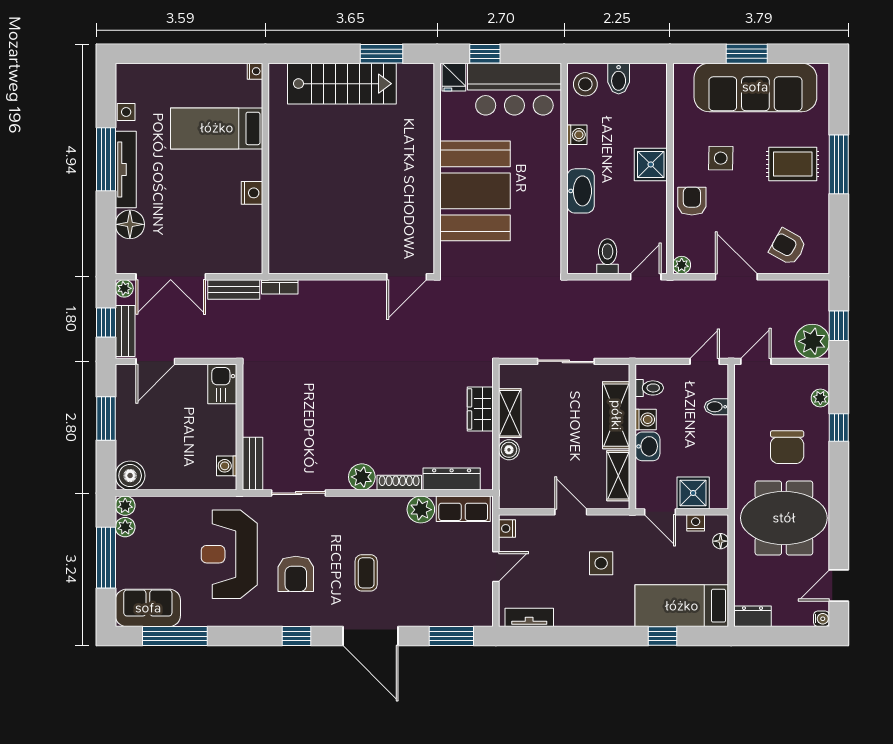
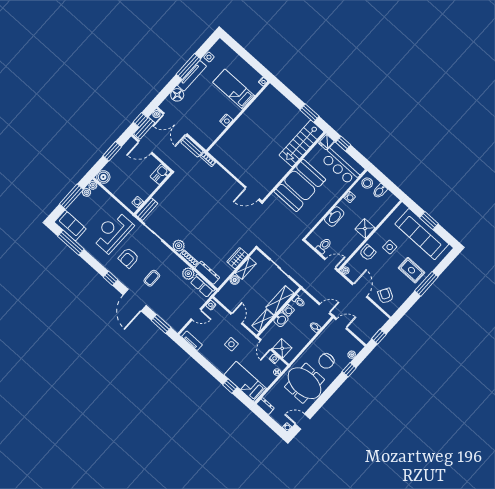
stairs: (342, 84) -> (301, 143), moved, turned 90
plant: (812, 341) -> (366, 334), removed

